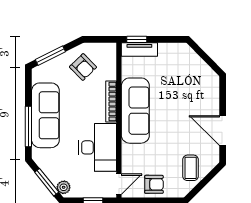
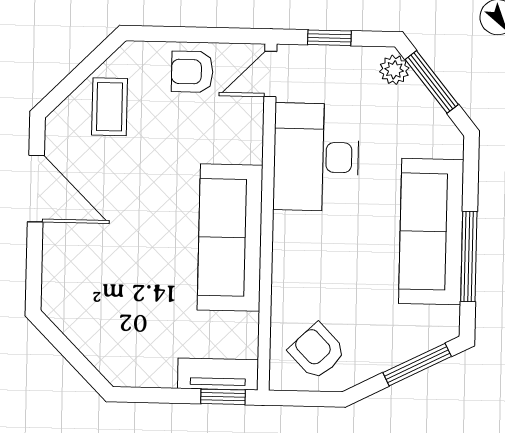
armchair: (83, 67) -> (317, 351), moved
bookcase: (111, 102) -> (283, 259), removed
window: (28, 126) -> (469, 256), moved

